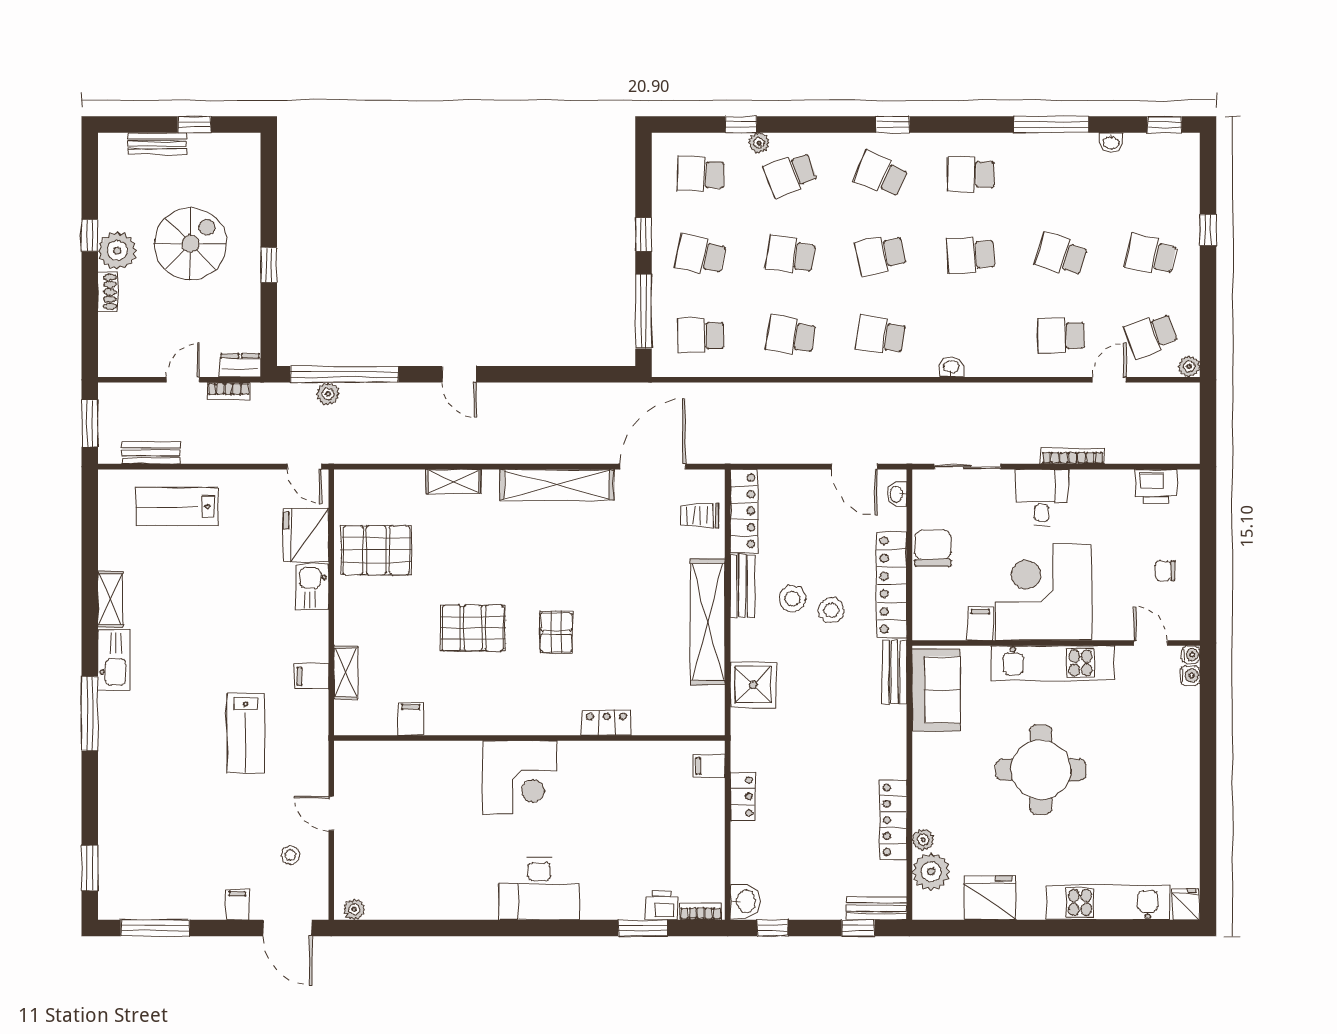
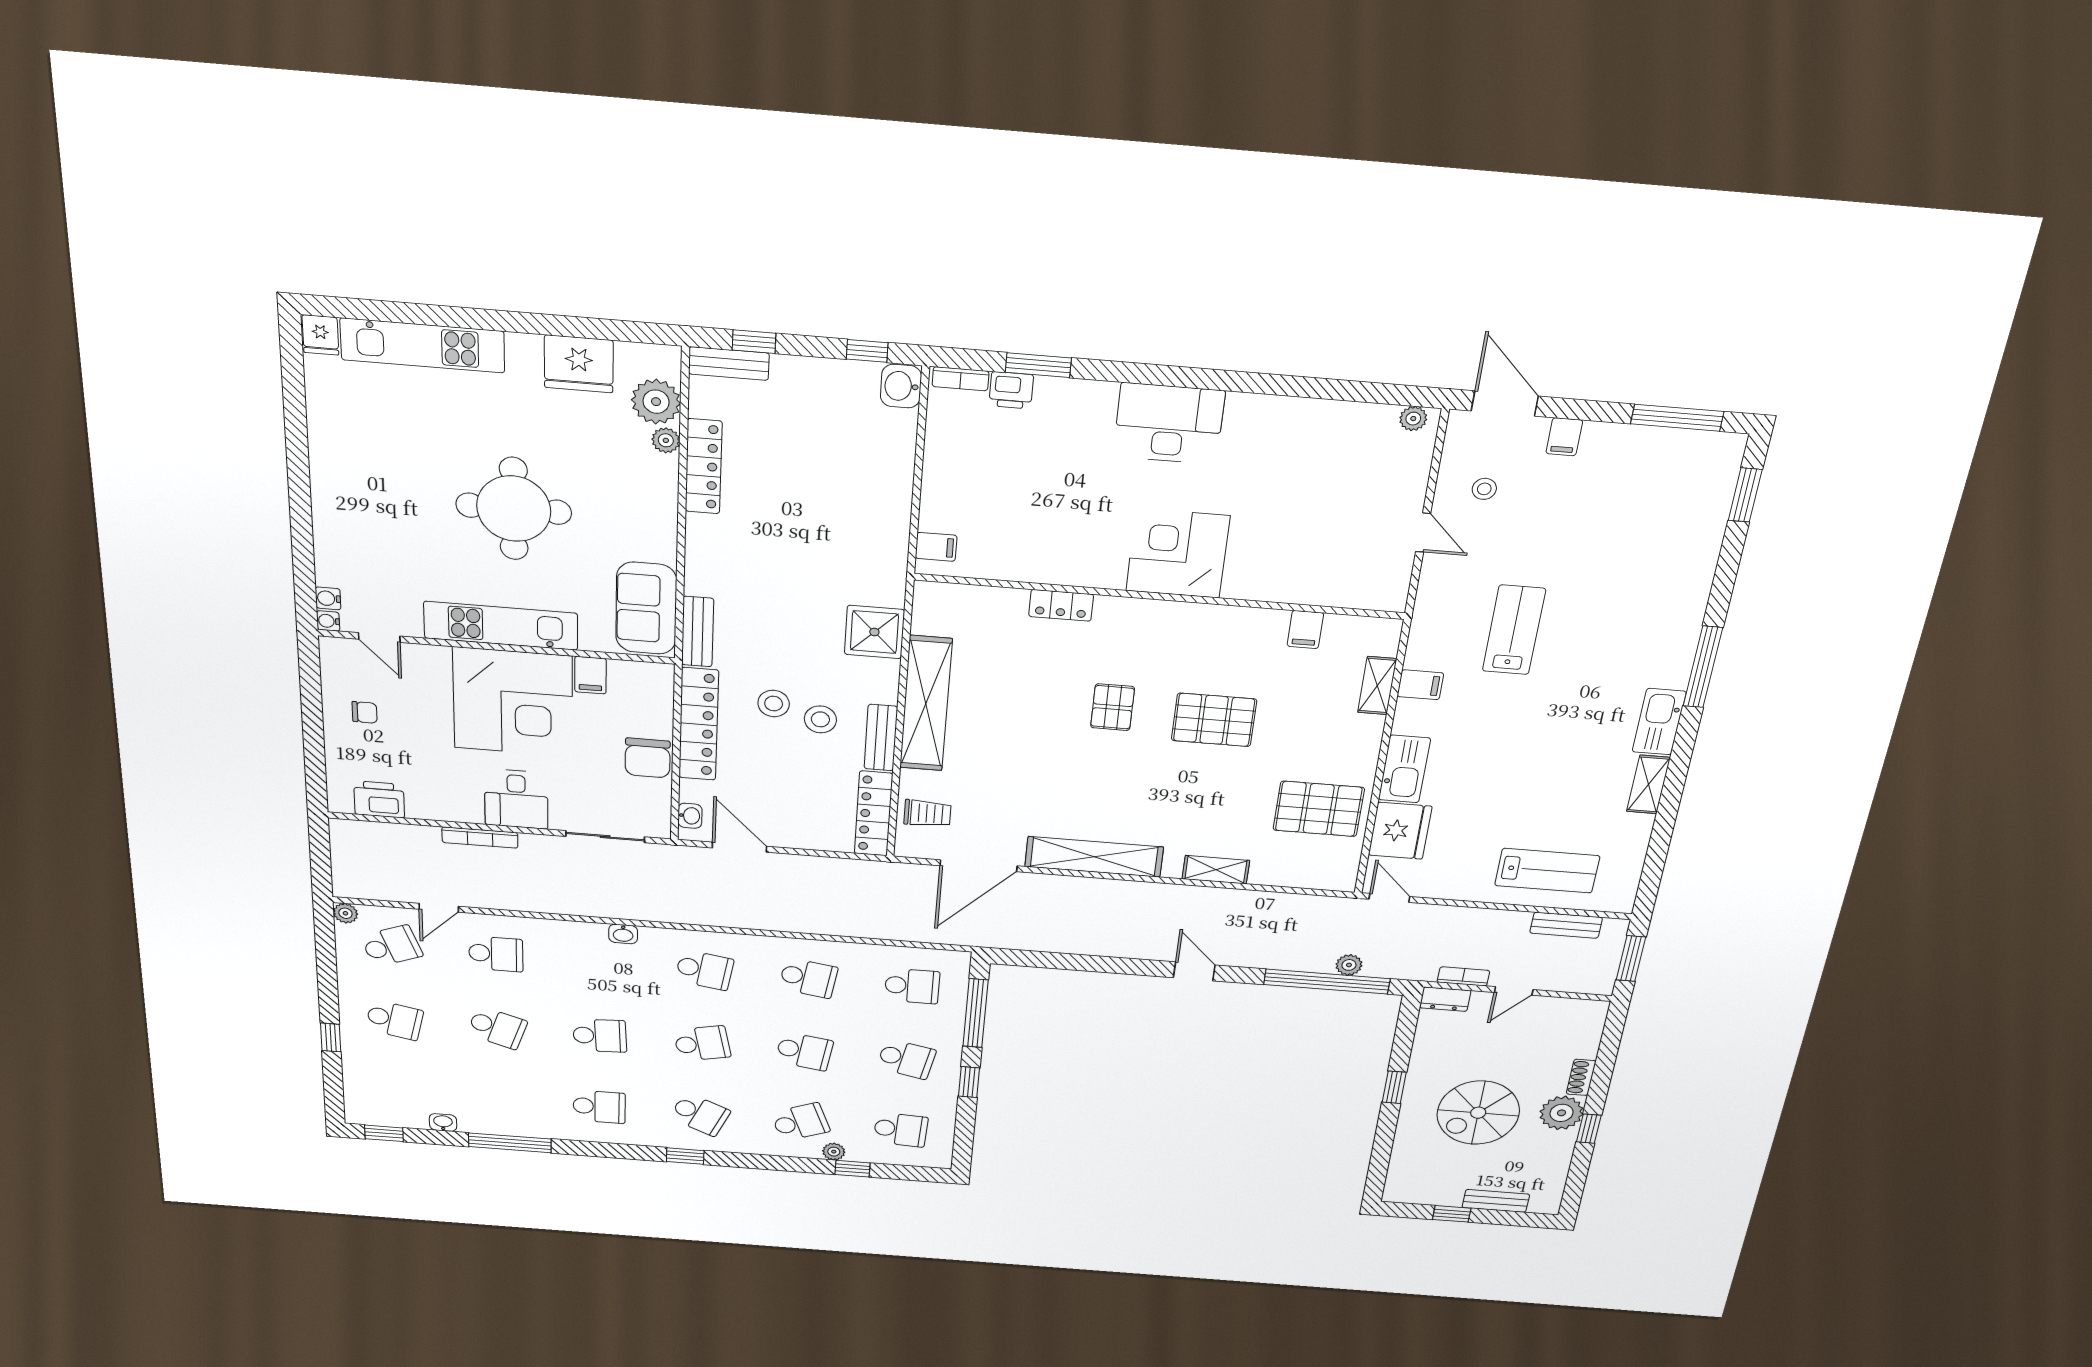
kitchen sink: (312, 587) -> (1404, 769), width x1.38
locker: (743, 796) -> (896, 509), removed

